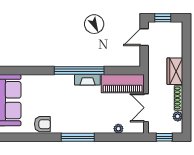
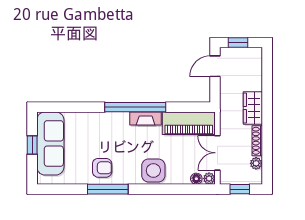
side table: (94, 122) -> (153, 170), added
armchair: (42, 124) -> (102, 168), moved
plant: (118, 129) -> (209, 178), moved
floor lamp: (129, 129) -> (196, 179), added
window: (78, 137) -> (108, 189), moved

